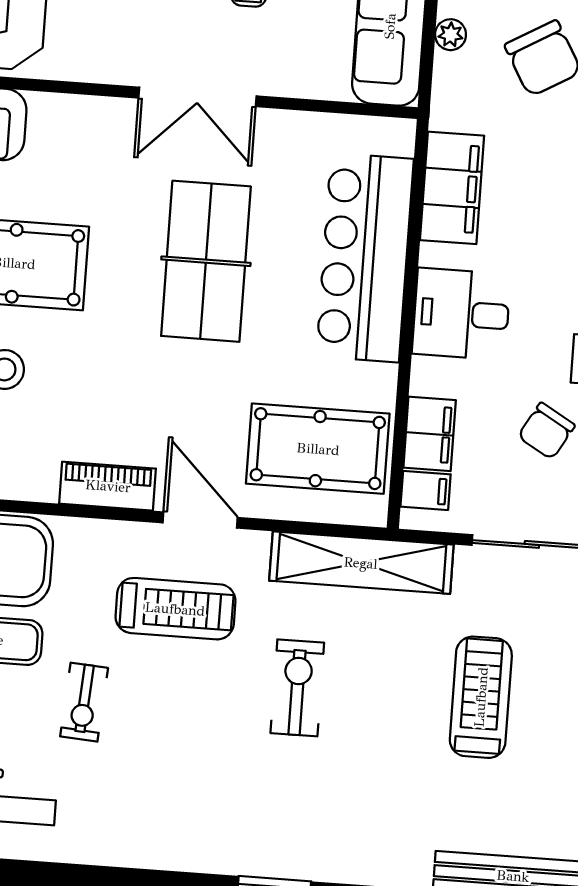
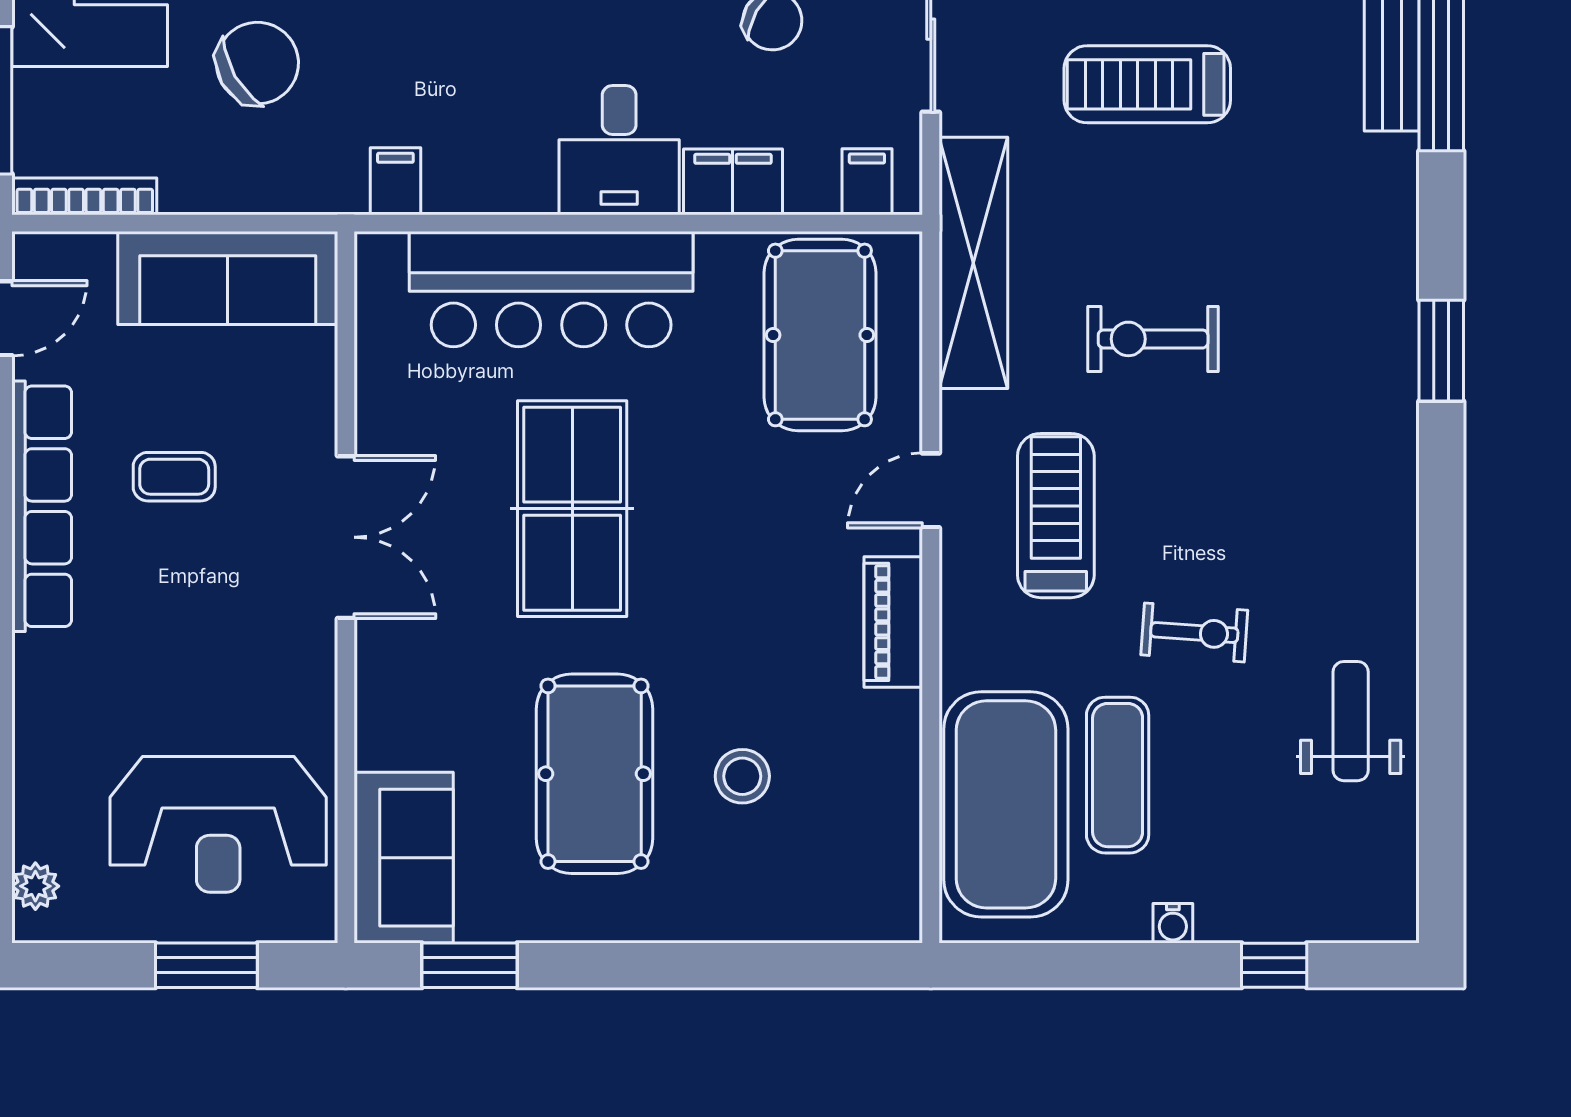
plant: (451, 35) -> (234, 193), removed
filing cabinet: (452, 188) -> (395, 181), width x0.33, depth x0.86
table tennis table: (206, 261) -> (572, 509), turned 90
filing cabinet: (430, 434) -> (733, 182), moved
door: (200, 520) -> (931, 490), width x0.73

